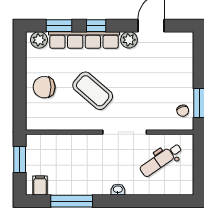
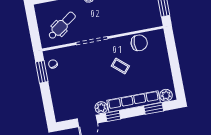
window: (96, 26) -> (113, 116), moved
chair: (44, 87) -> (139, 43), moved
coffee table: (93, 91) -> (120, 66), width x0.54, depth x0.58

